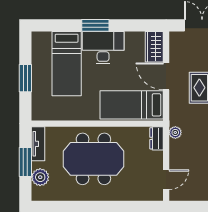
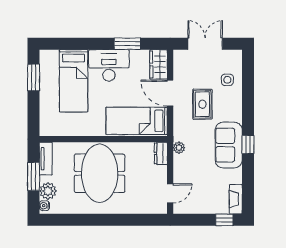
window: (95, 25) -> (127, 44), moved
window: (25, 78) -> (34, 77), moved
meeting table: (93, 159) -> (100, 173), turned 90
water cooler: (37, 192) -> (44, 206), added

